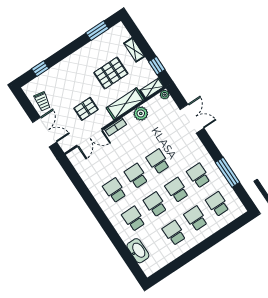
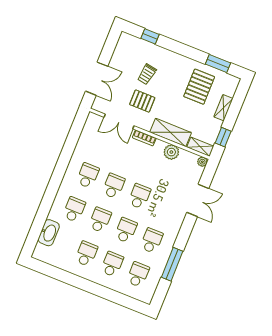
pallet: (111, 73) -> (199, 87), moved, turned 90
trolley: (42, 101) -> (147, 74), moved

